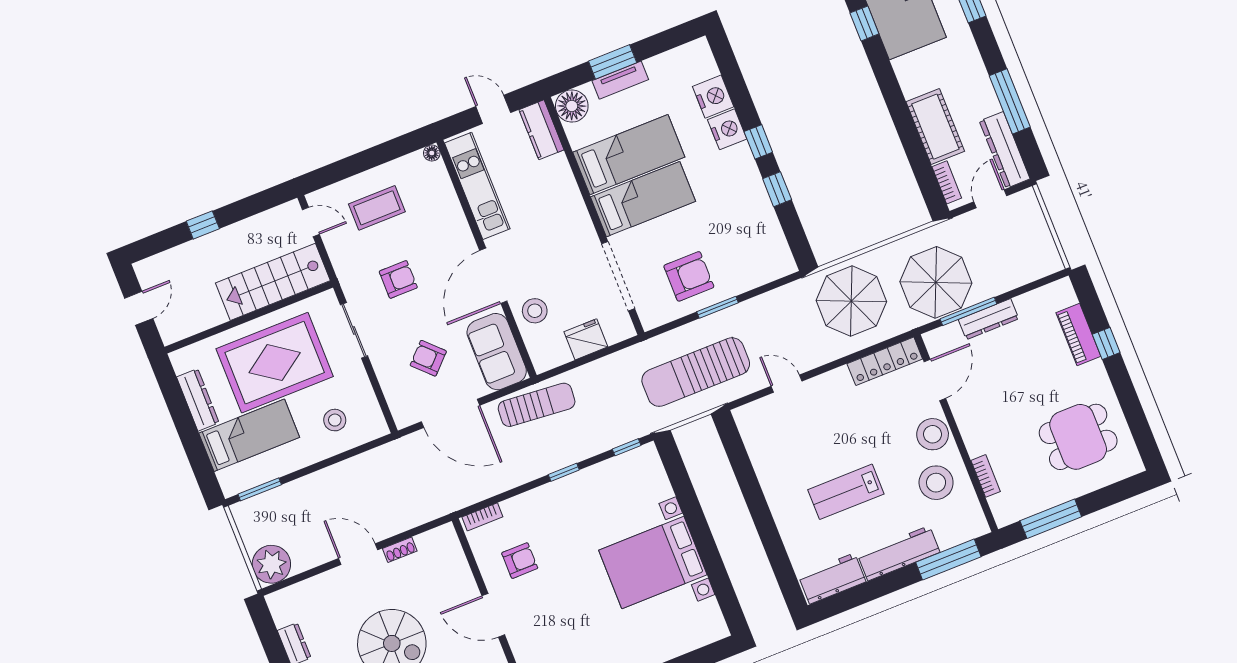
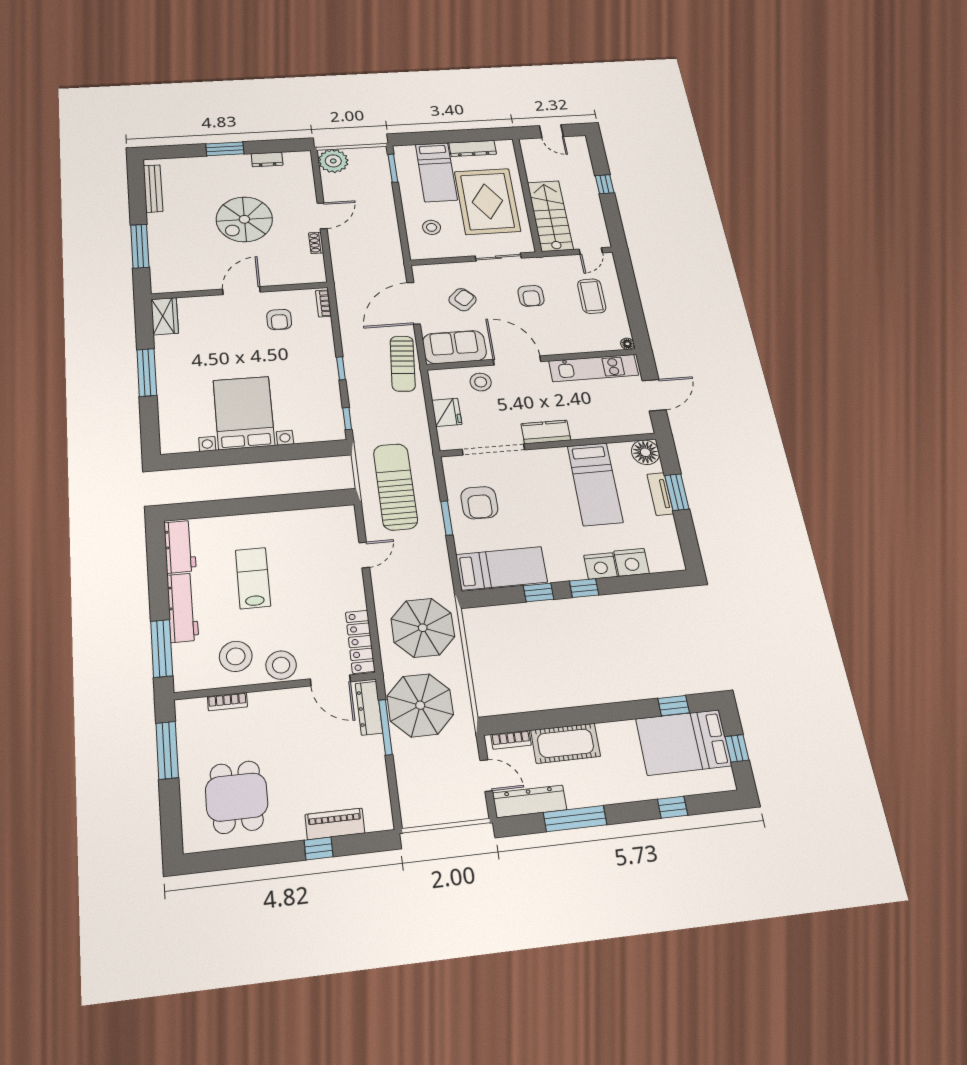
door: (493, 109) -> (654, 395), width x1.38
kitchen counter: (541, 130) -> (546, 432), moved
bed: (643, 199) -> (502, 568), moved, turned -90
dresser: (989, 319) -> (369, 708), moved

